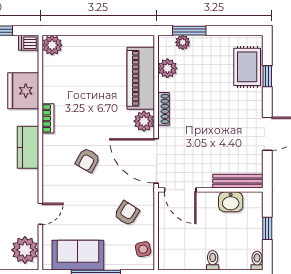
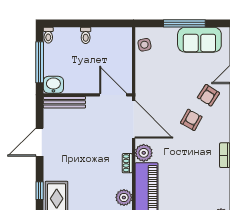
shoe rack: (163, 109) -> (127, 163), width x0.70
washbasin: (231, 202) -> (53, 85), moved
armchair: (127, 213) -> (208, 95), moved
window: (267, 228) -> (40, 62), width x2.17

